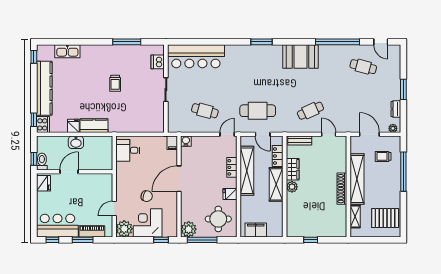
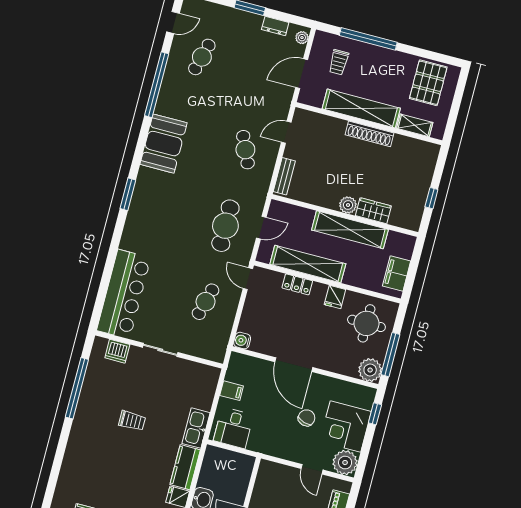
window: (127, 42) -> (77, 388), width x1.46
kitchen sink: (67, 51) -> (196, 428), moved, turned 180
filing cabinet: (172, 143) -> (232, 391), moved
locker: (278, 156) -> (298, 214), removed
wardrobe: (293, 169) -> (373, 211), moved
shelving: (276, 184) -> (350, 230), width x1.47

